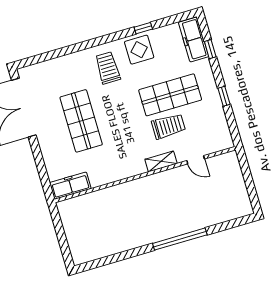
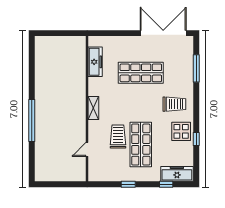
window: (56, 54) -> (196, 68), added
trolley: (168, 126) -> (118, 137), turned 180
shelving: (161, 161) -> (93, 108), moved
freezer: (70, 186) -> (95, 62), moved

